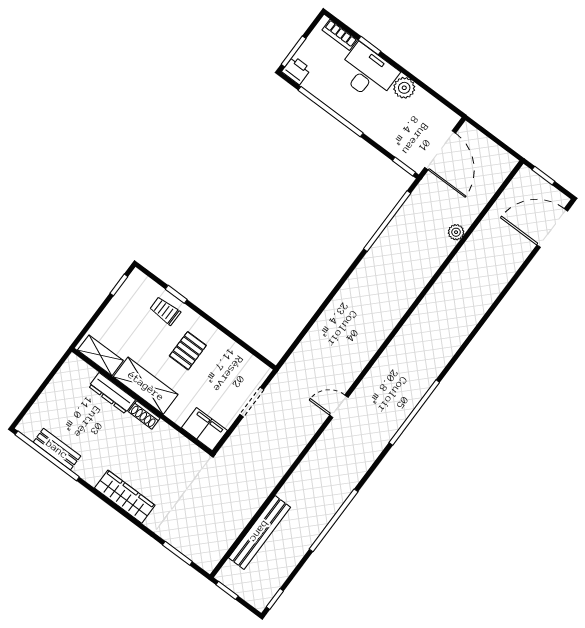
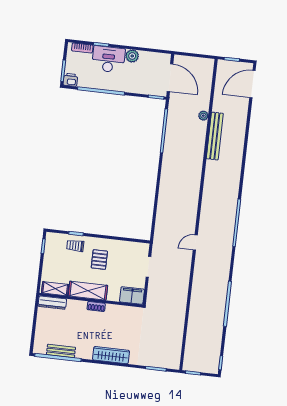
dresser: (112, 393) -> (52, 303), moved
bench: (259, 532) -> (215, 136), moved

